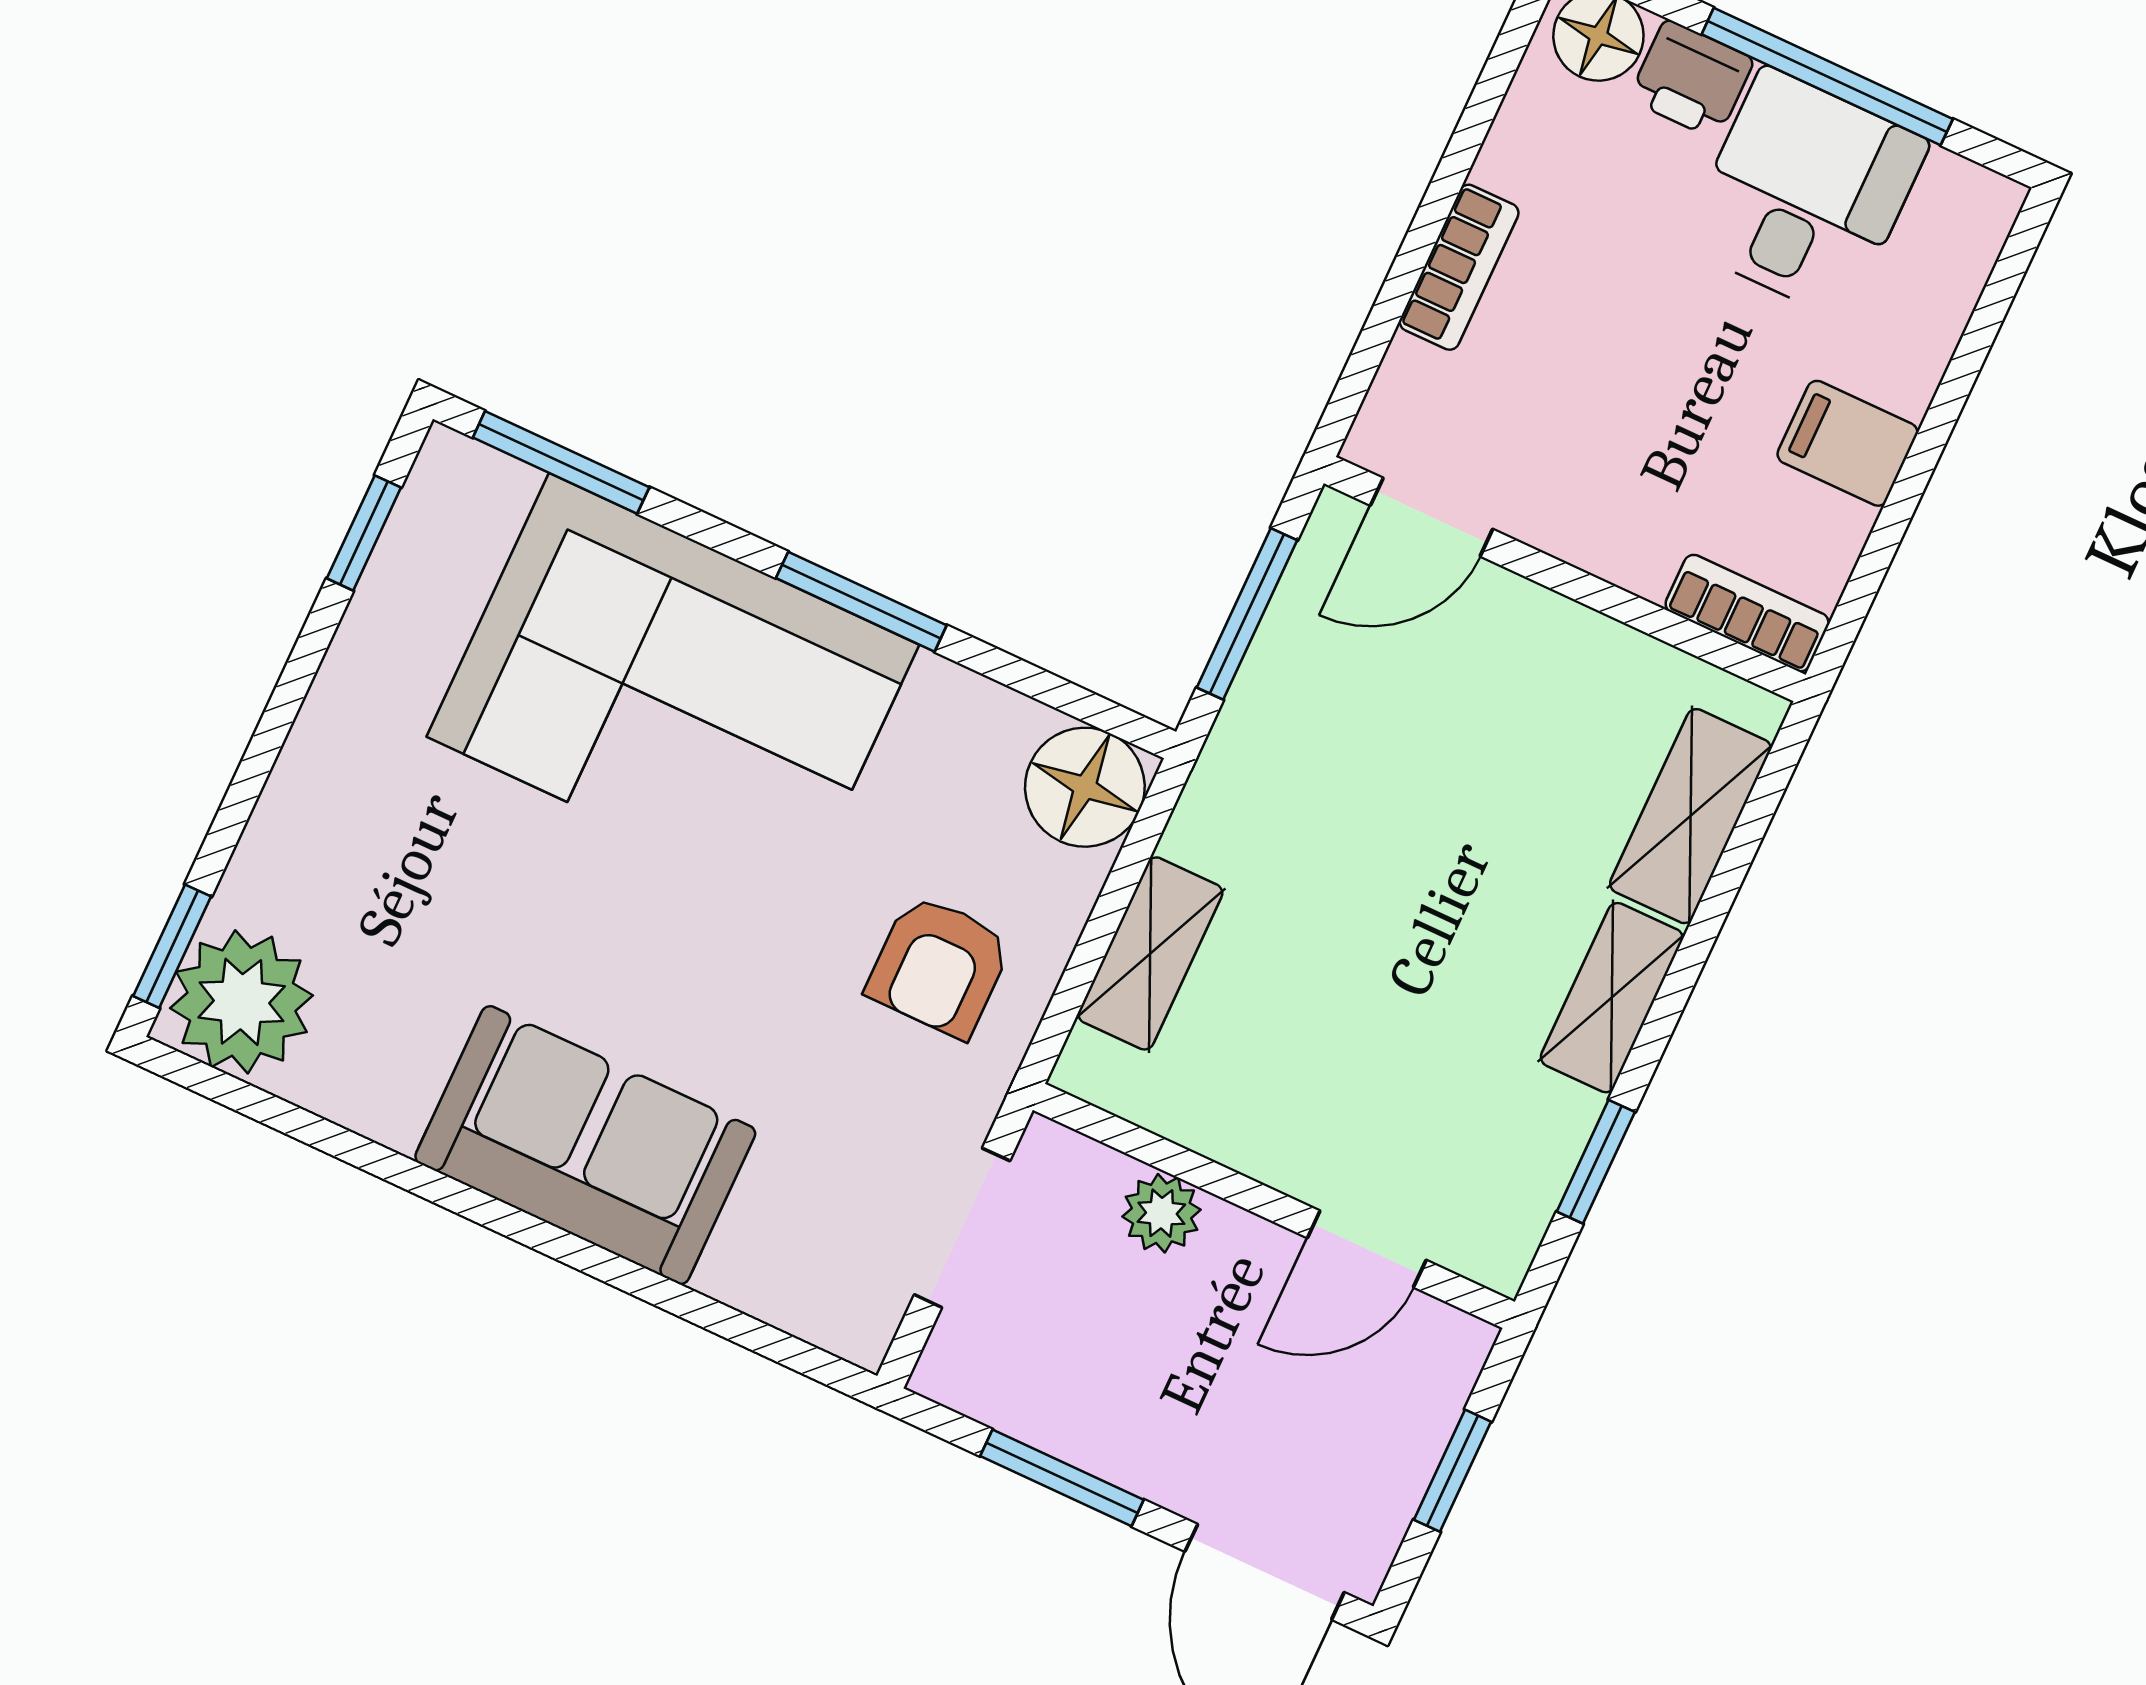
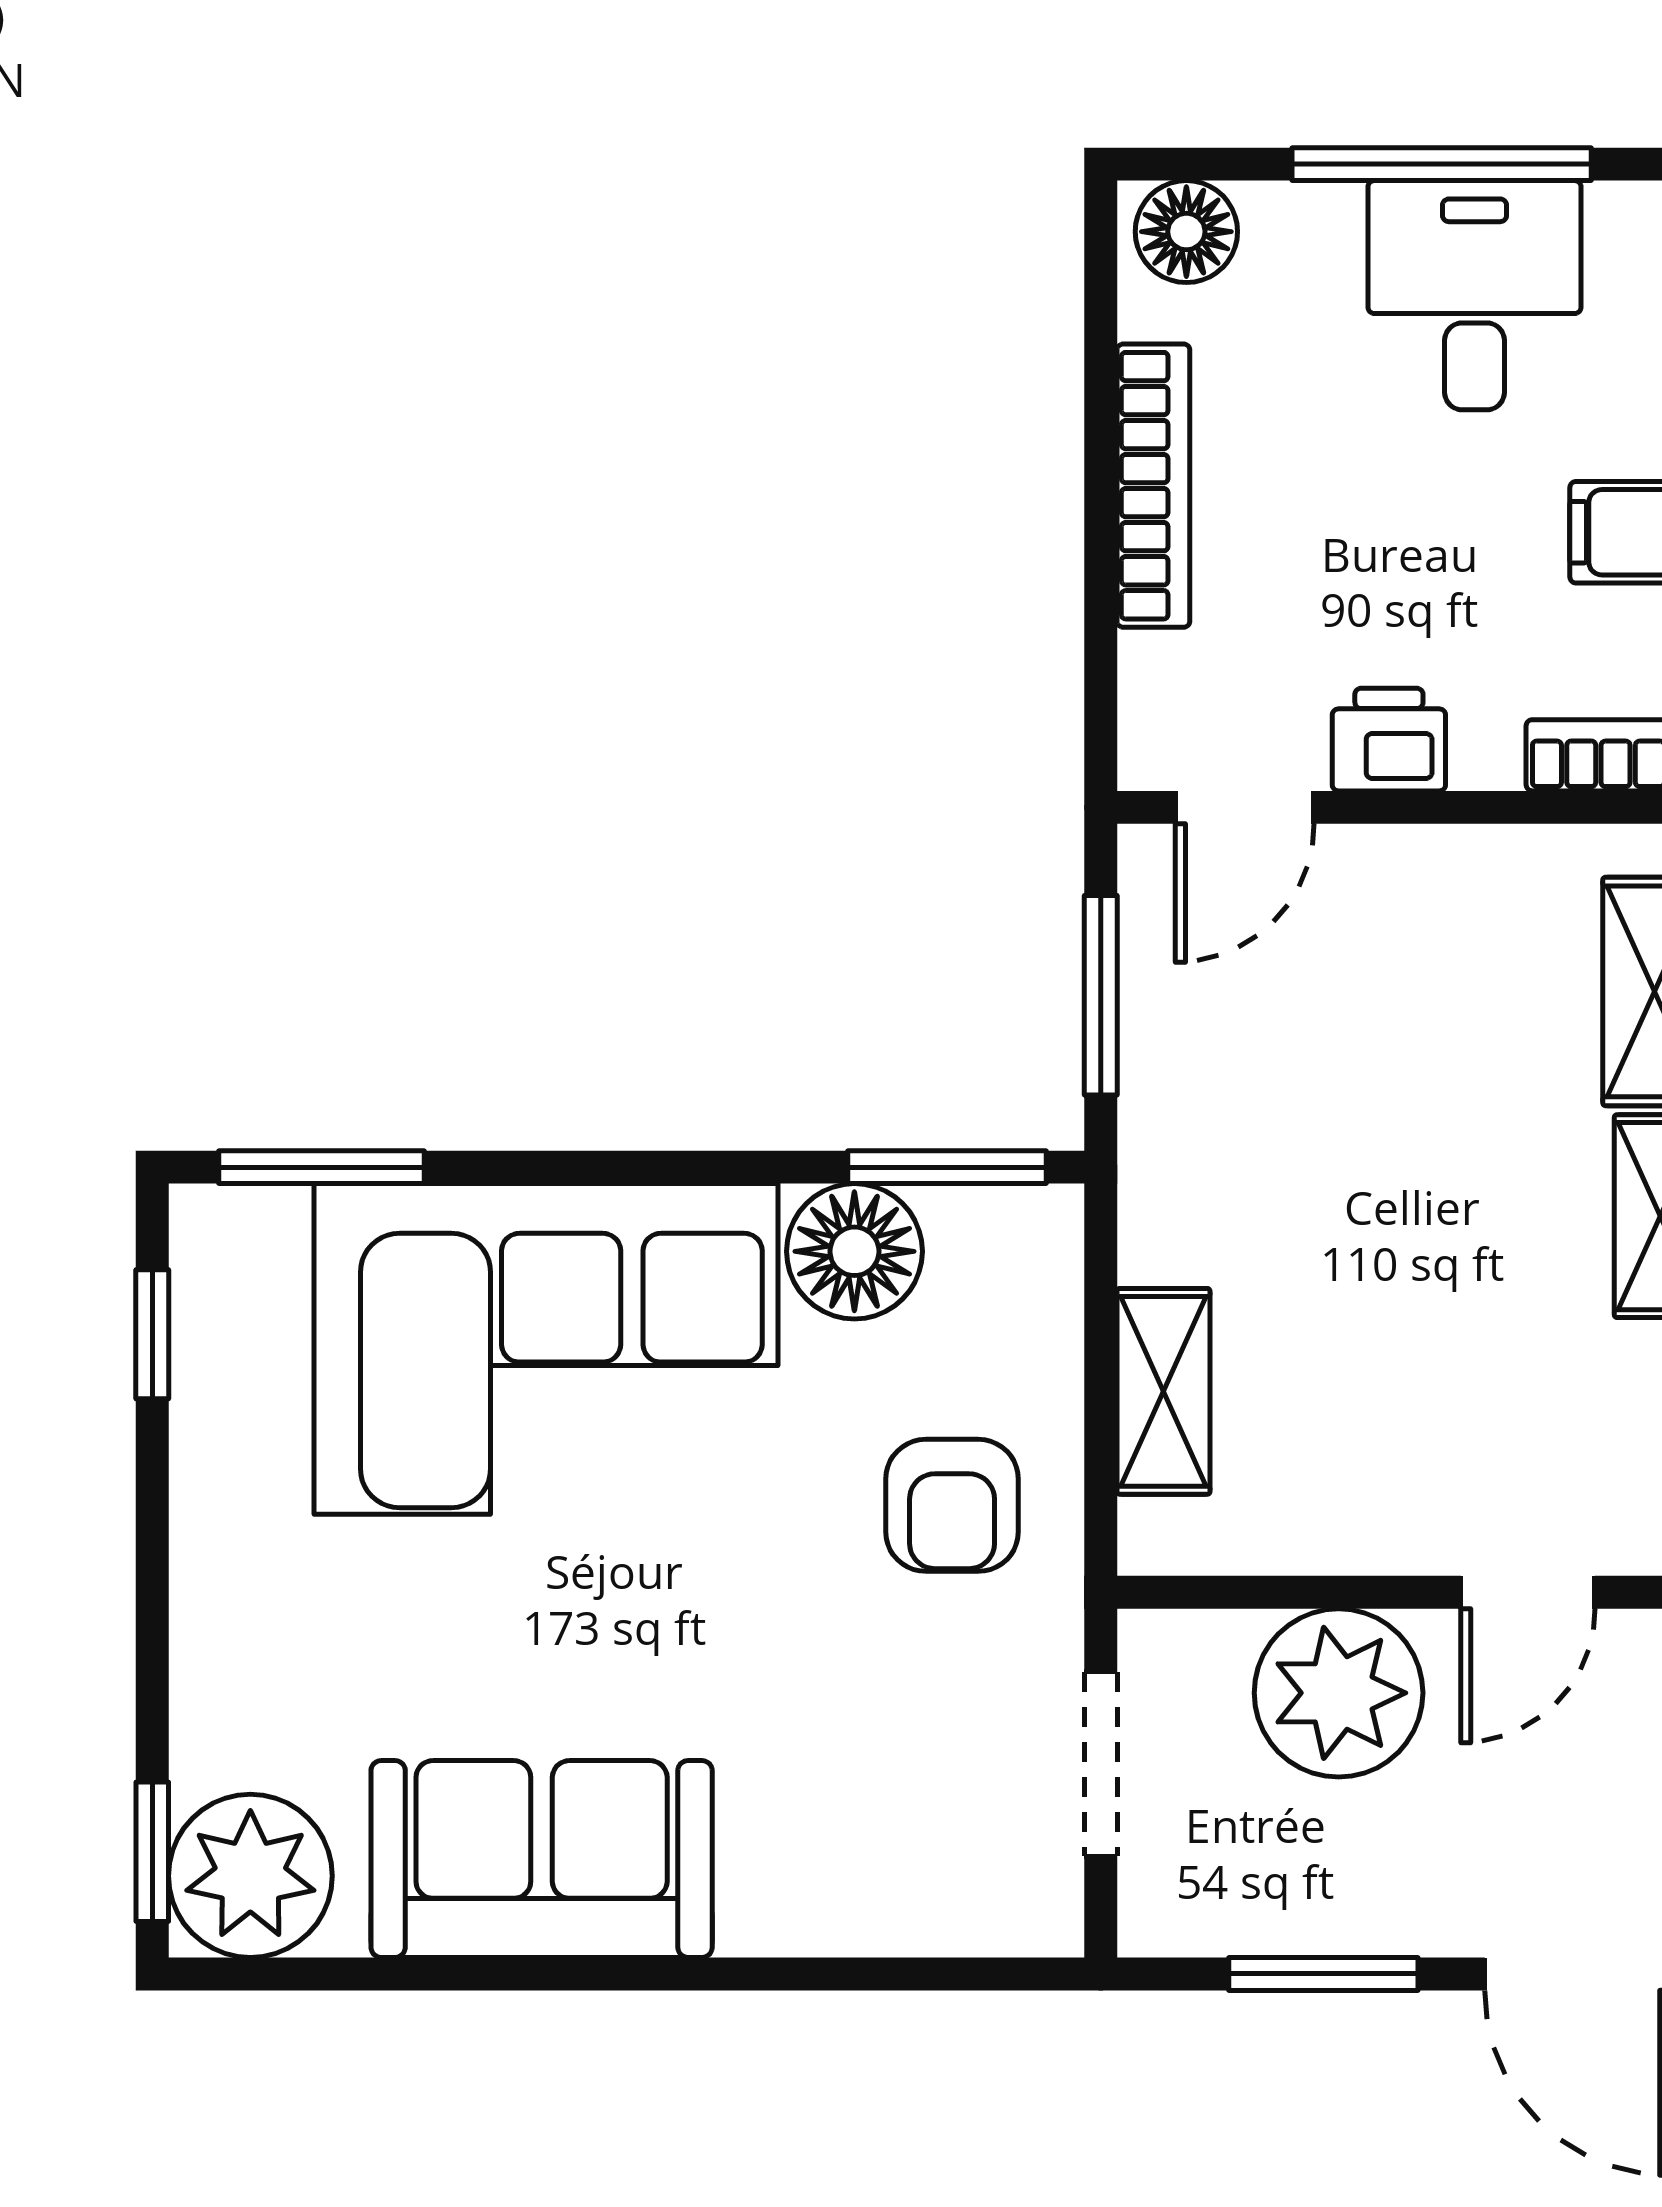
printer: (1691, 79) -> (1389, 740), moved, turned 180
bookcase: (1459, 267) -> (1153, 486), width x1.56
window: (861, 602) -> (947, 1167), moved
floor lamp: (1085, 787) -> (854, 1251), moved
sofa: (585, 1145) -> (542, 1859), moved
plant: (1161, 1213) -> (1339, 1693), width x1.88, depth x1.88

